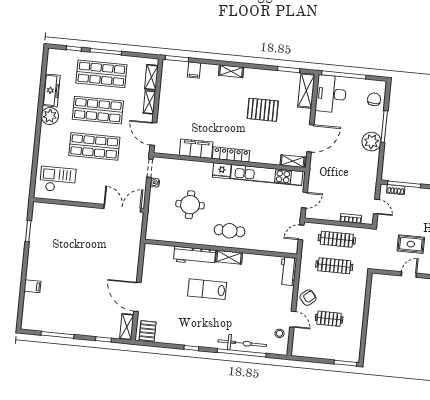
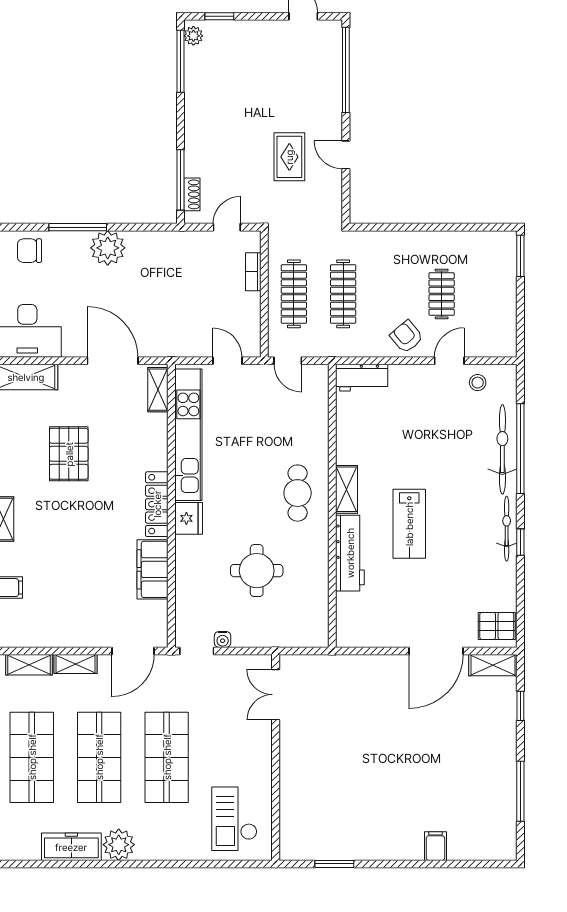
double door: (122, 208) -> (276, 695), width x0.73
bicycle: (199, 341) -> (507, 529), added

